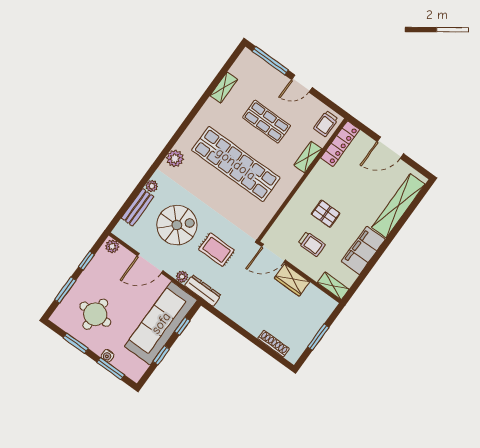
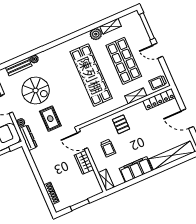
shop shelf: (266, 122) -> (124, 61), width x1.43, depth x1.36
plant: (175, 159) -> (96, 34), moved
pallet: (326, 214) -> (121, 124), moved

